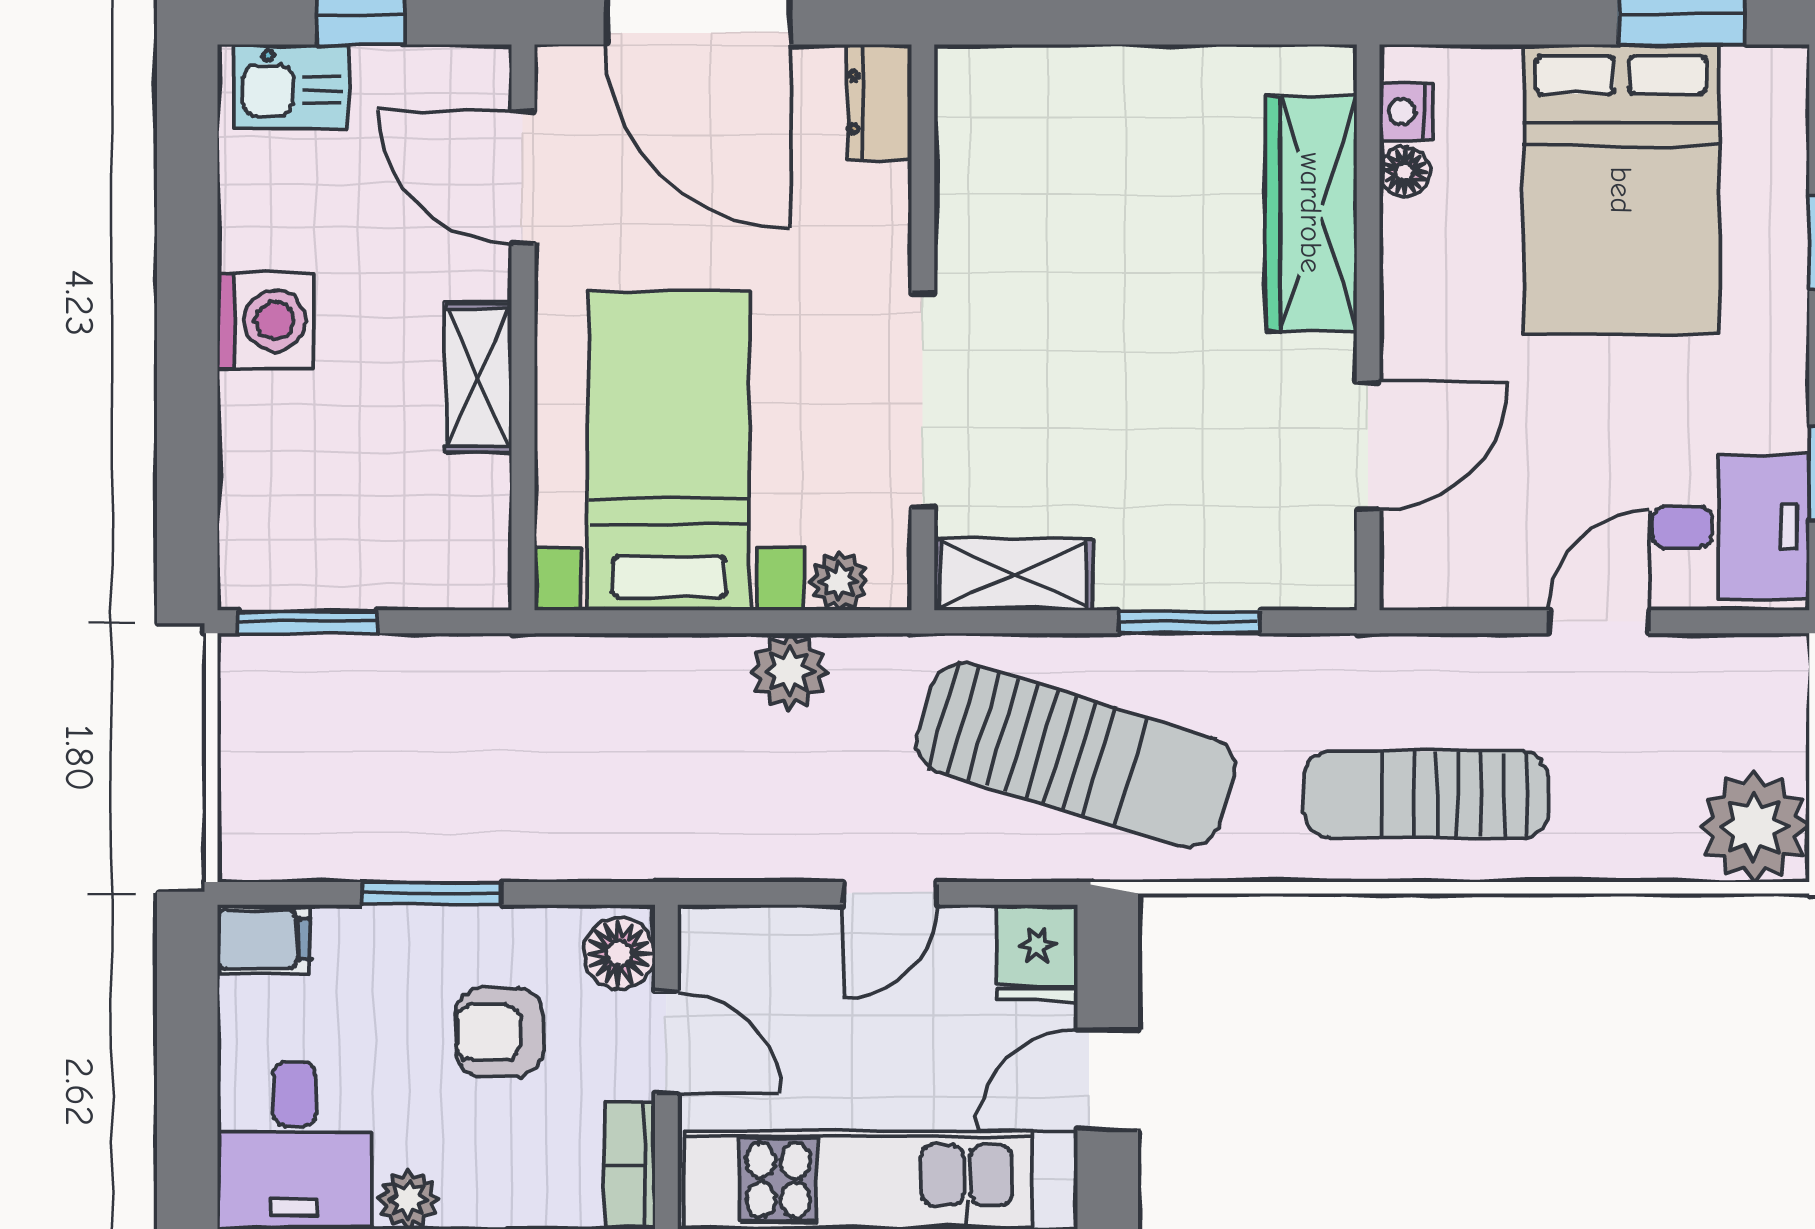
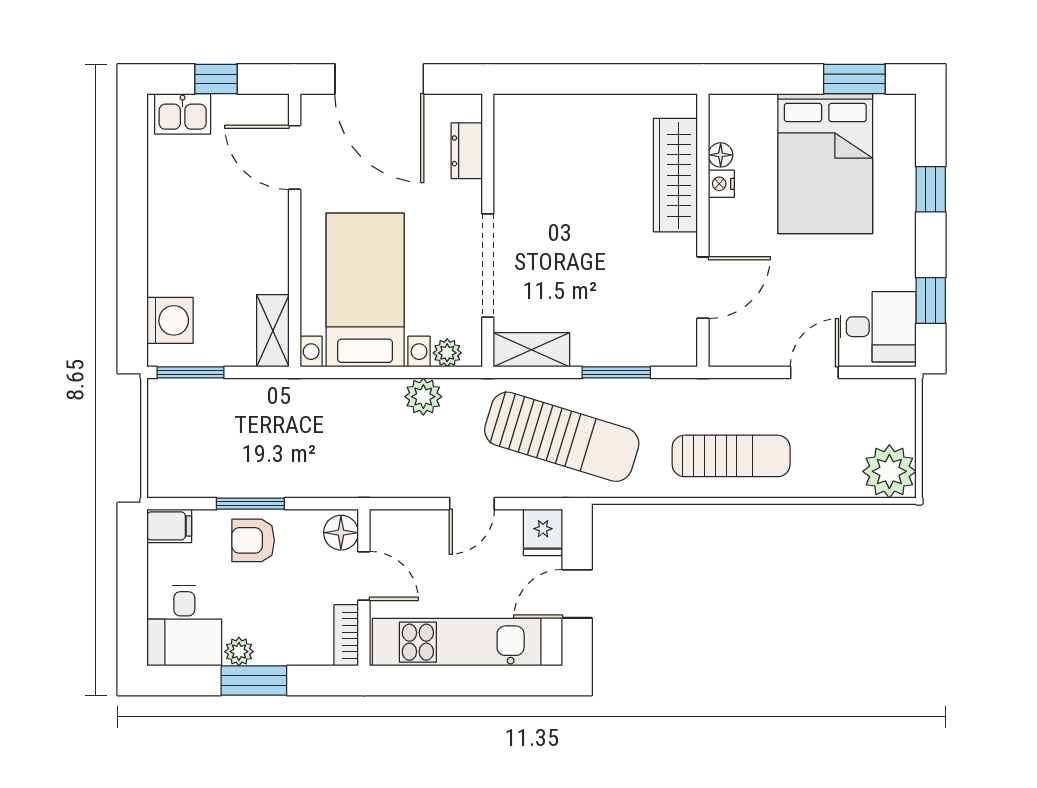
dresser: (879, 102) -> (467, 151), moved
nightstand: (1406, 112) -> (721, 184), moved
washing machine: (265, 320) -> (170, 320), moved
shelving: (478, 378) -> (273, 331), moved
sun lounger: (1426, 795) -> (731, 456), turned 180
armchair: (499, 1032) -> (253, 540), moved

